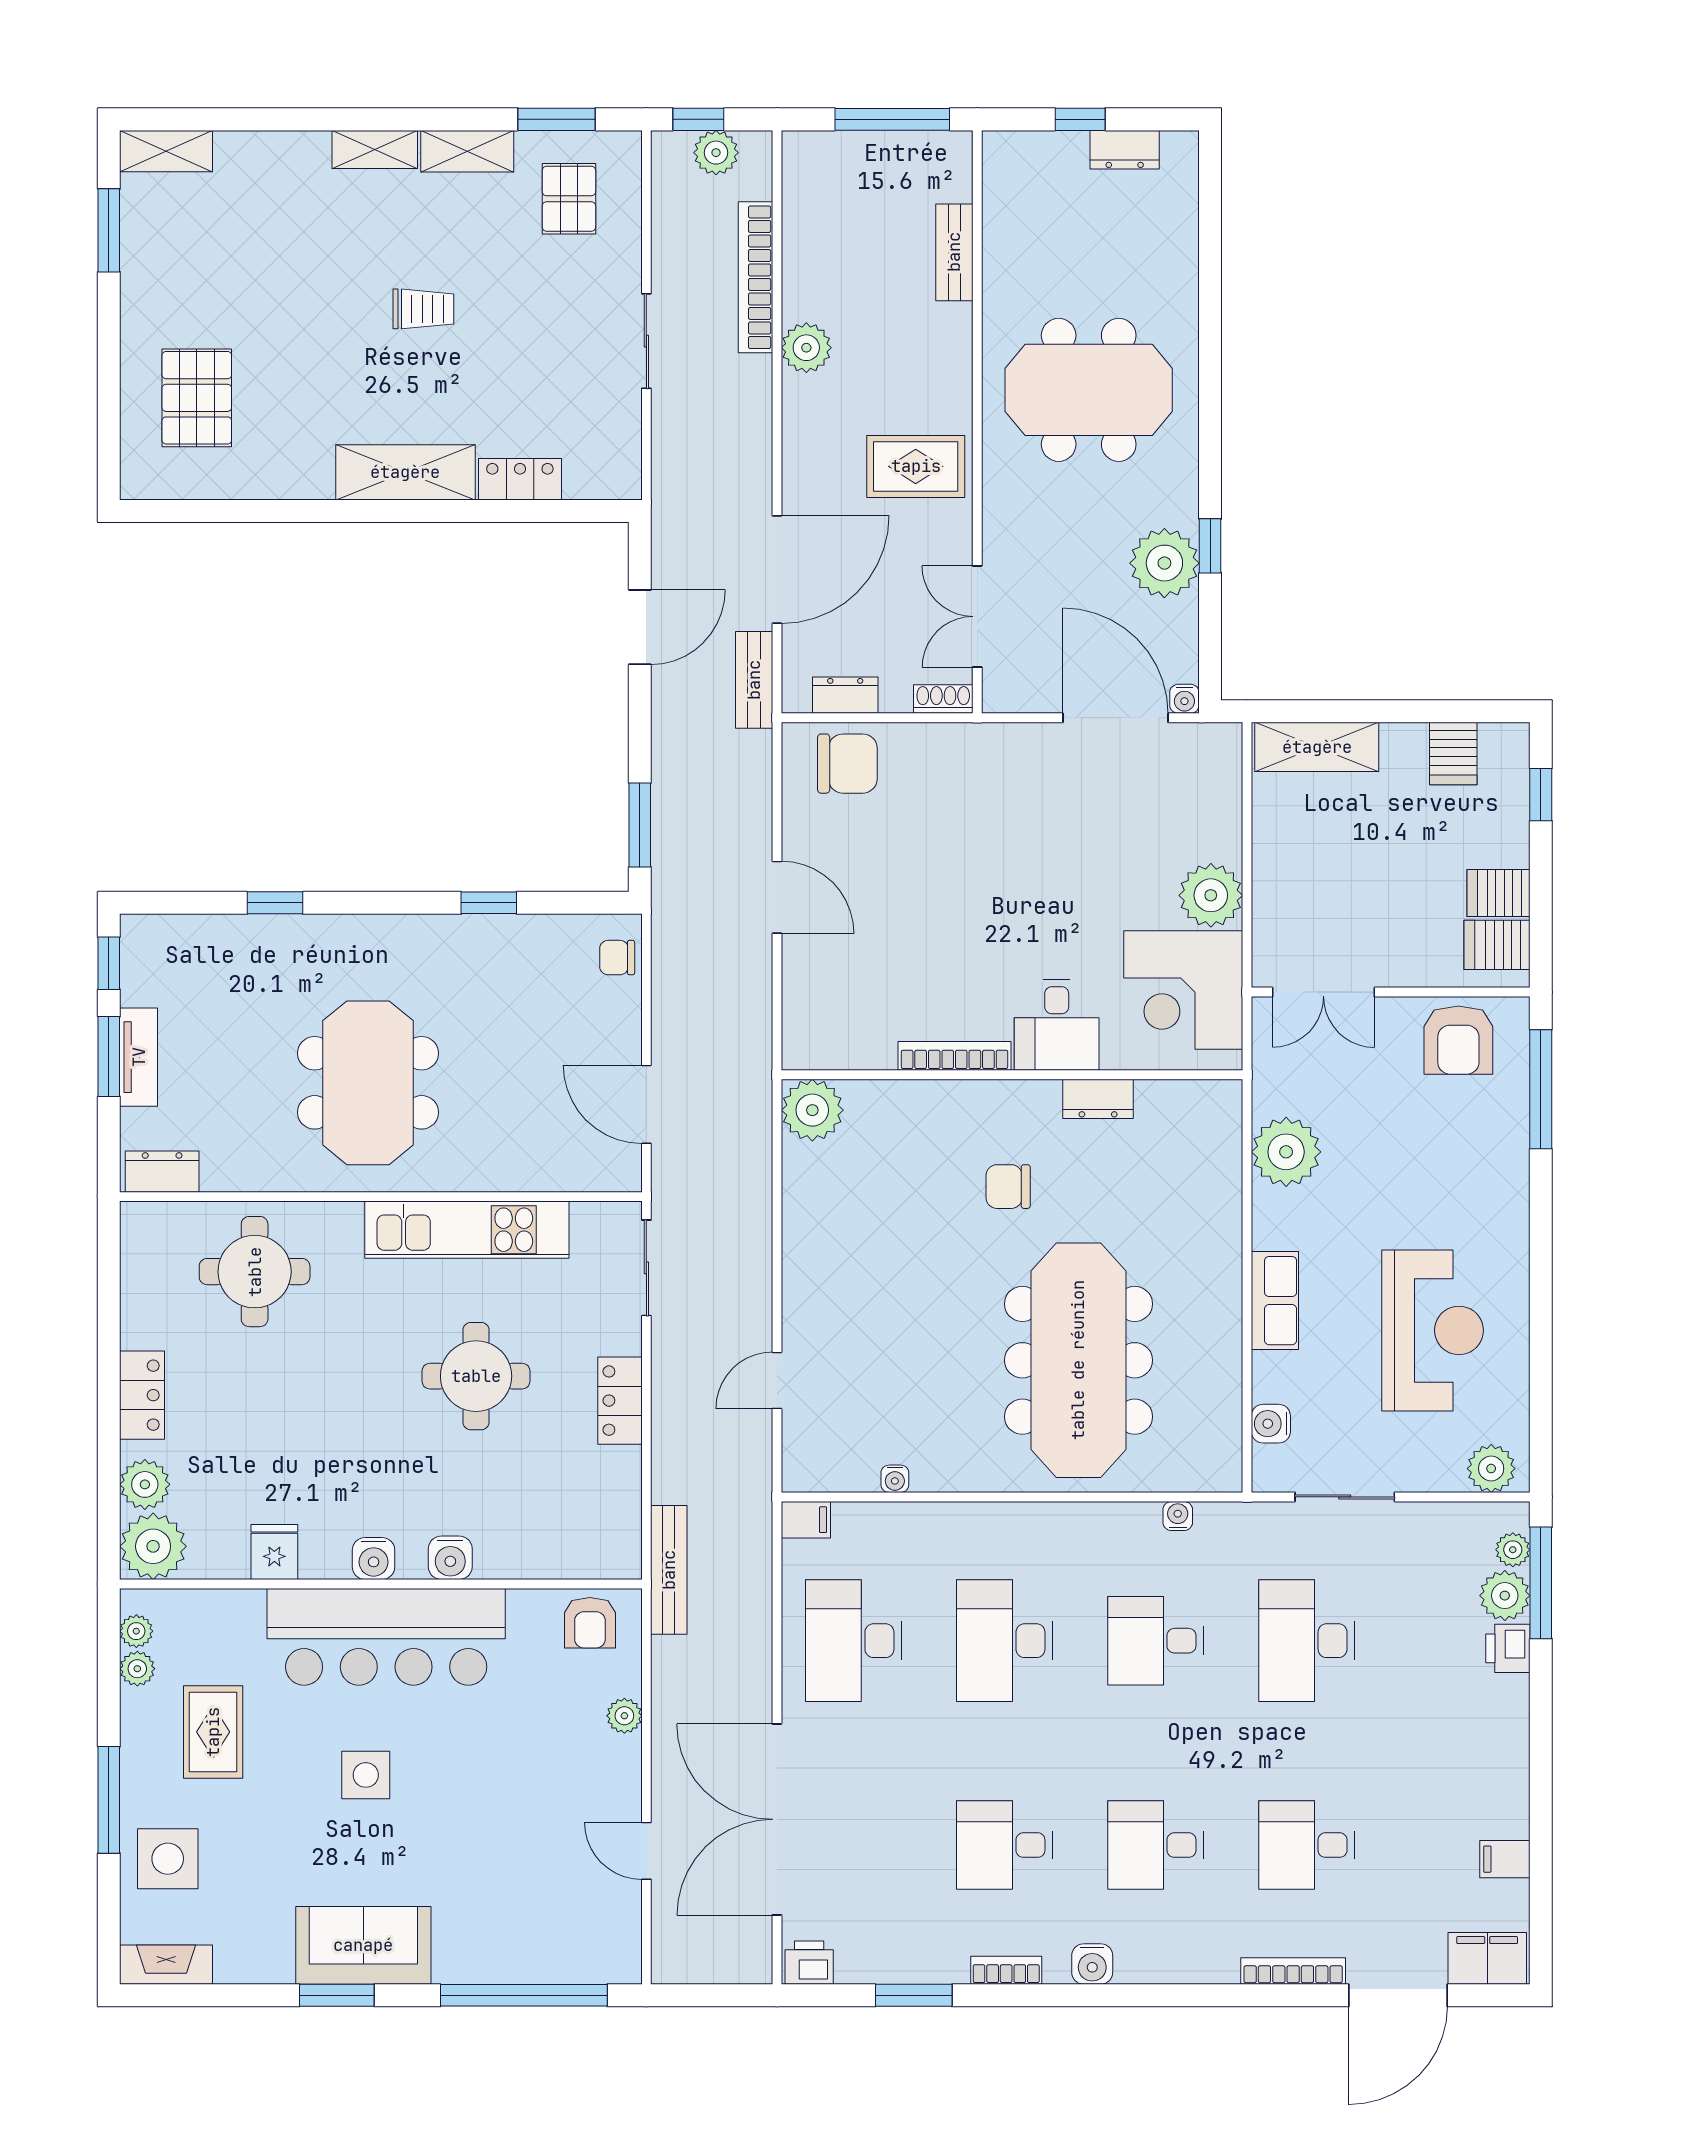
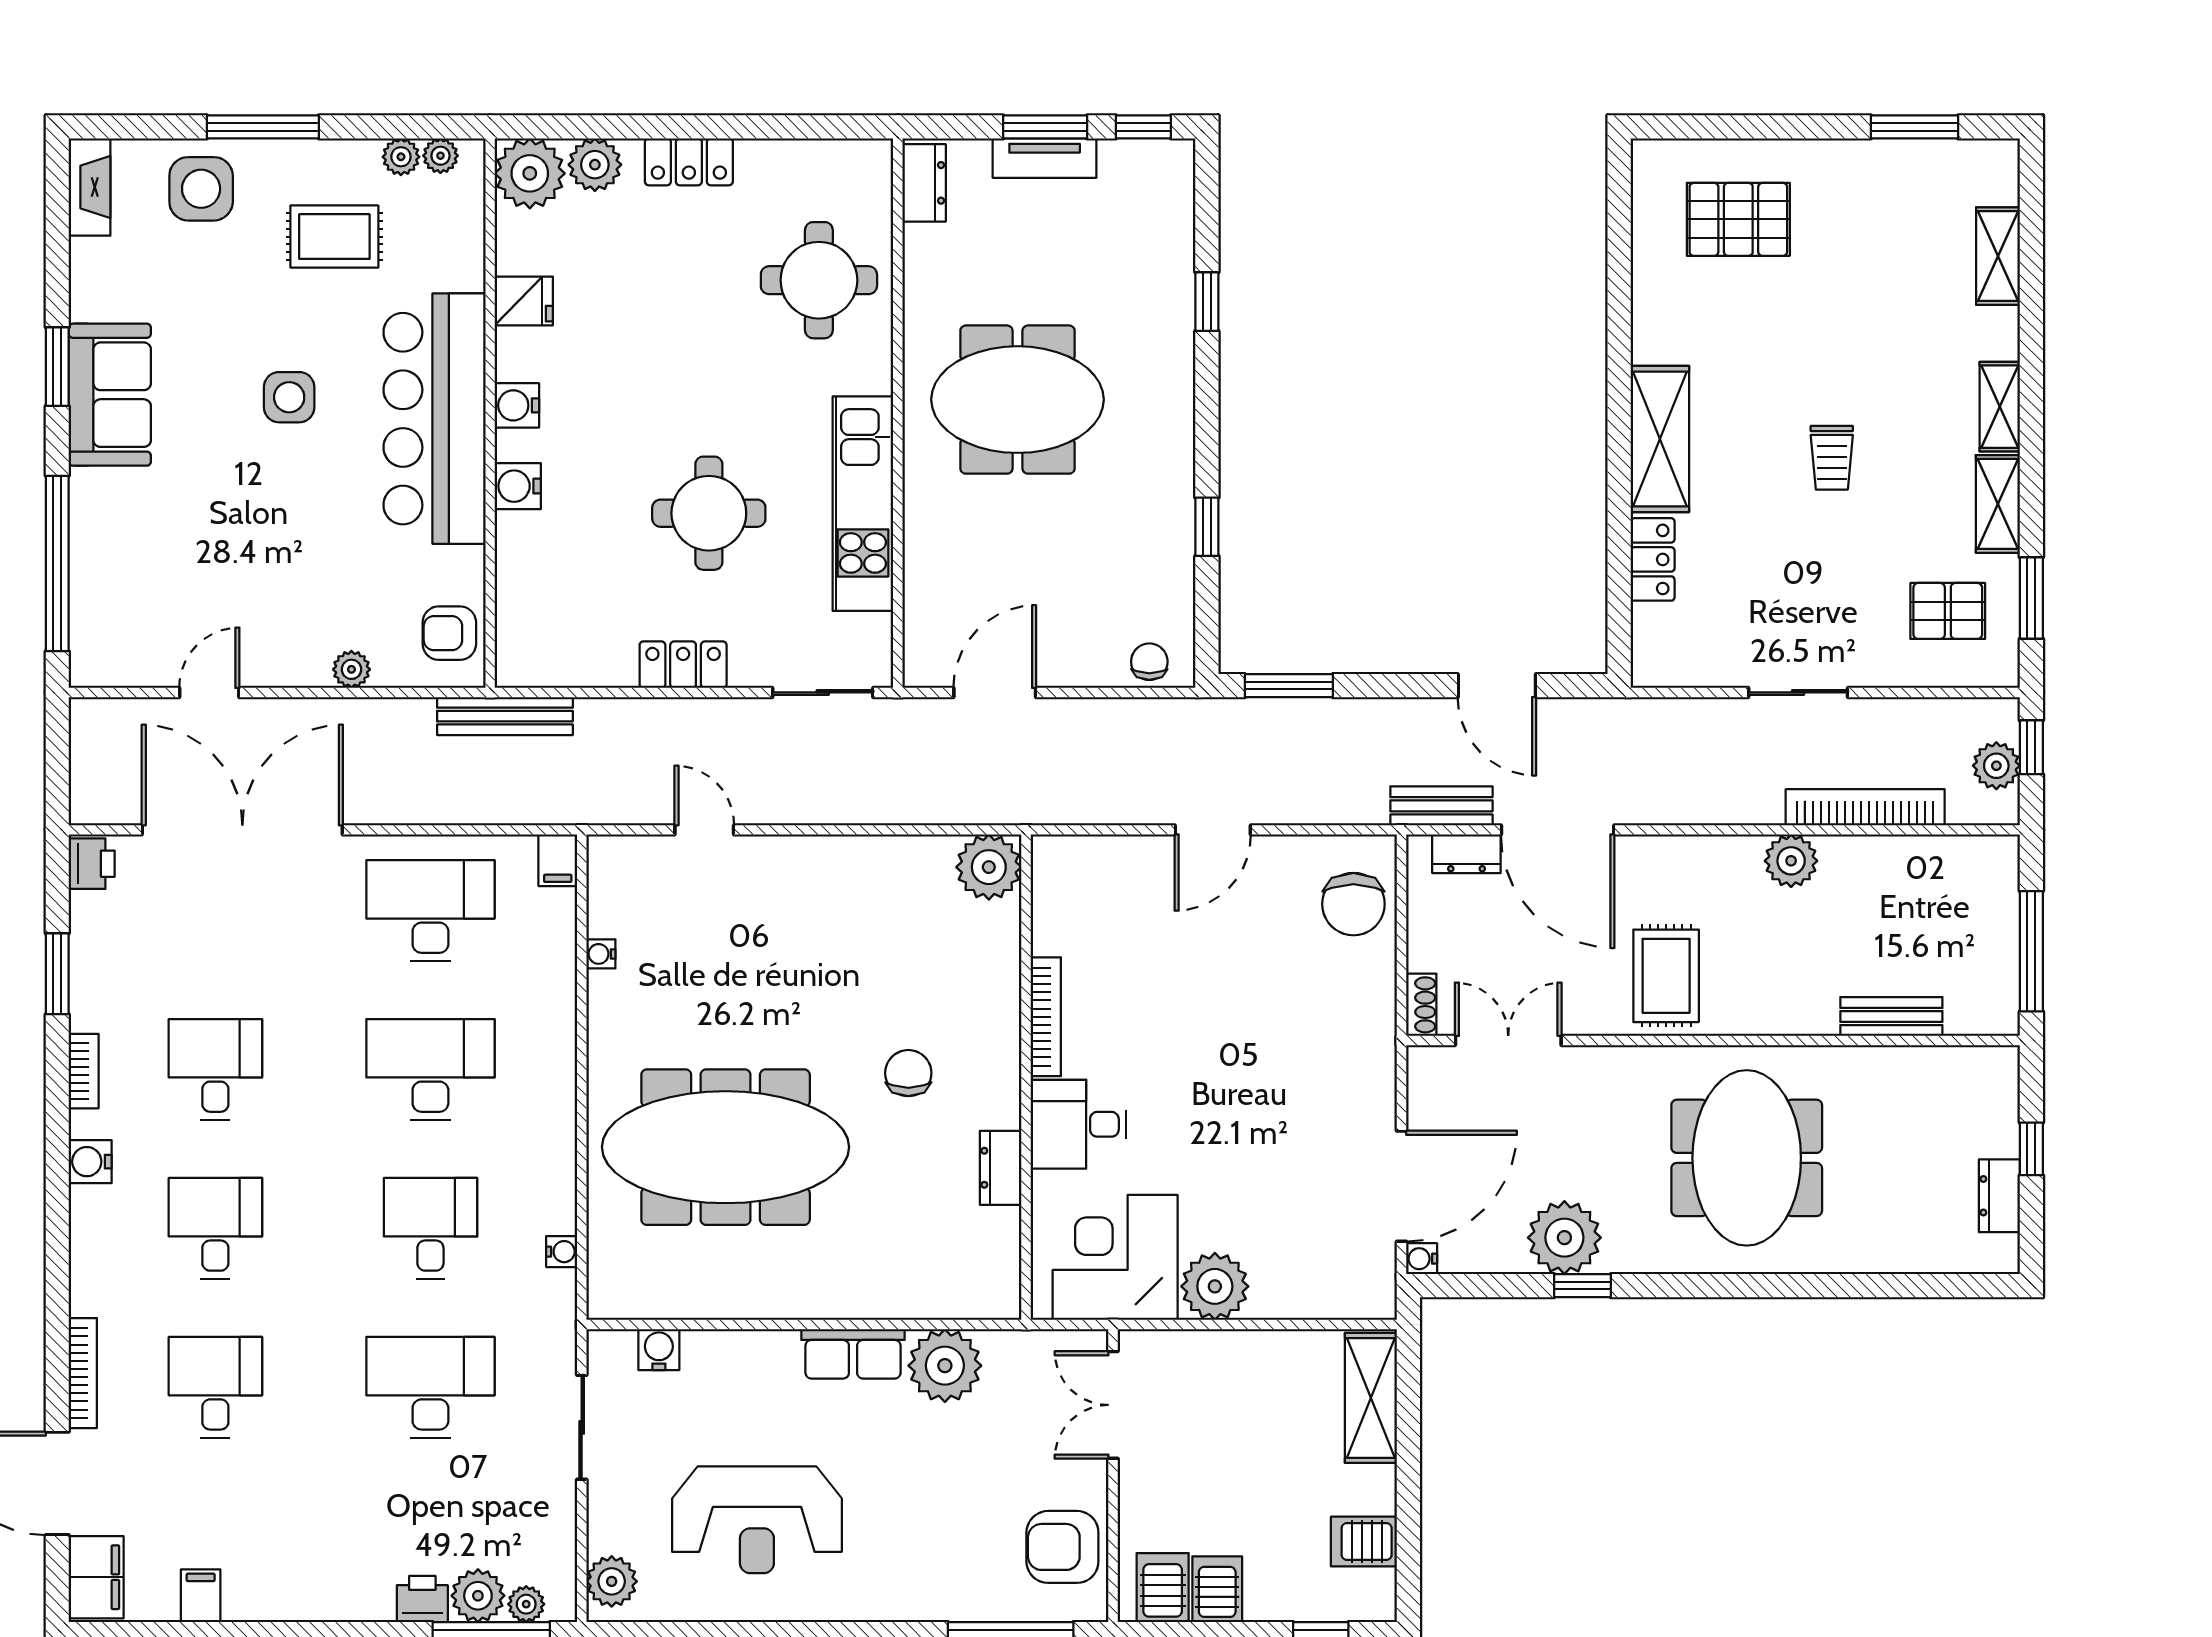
shelving: (166, 151) -> (1998, 256), moved
dresser: (845, 695) -> (1466, 854), moved, turned 90
row of seats: (1275, 1301) -> (853, 1354), moved

